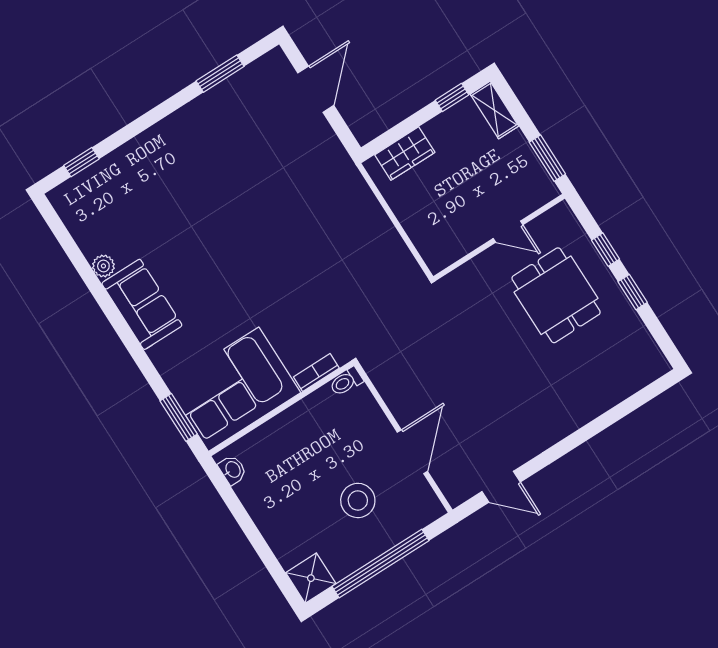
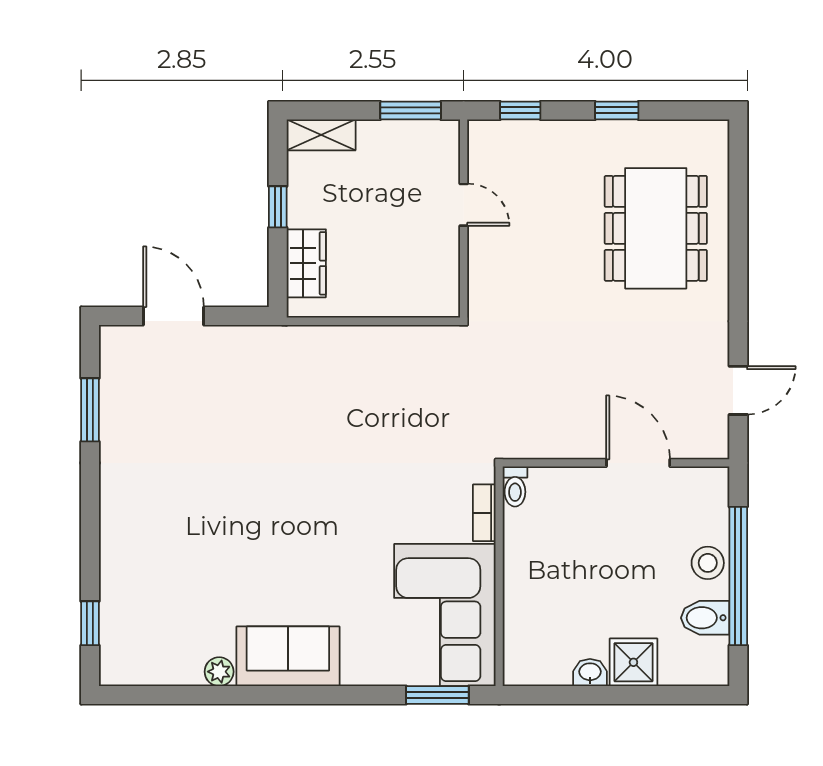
window: (452, 97) -> (278, 207), moved
door: (508, 232) -> (464, 205), hinge flipped
window: (606, 250) -> (520, 110), moved
dining table: (556, 295) -> (656, 228), moved, width x1.38
washbasin: (233, 470) -> (590, 673), moved
stool: (358, 500) -> (708, 563), moved, width x0.73, depth x0.73
bidet: (340, 559) -> (705, 618), added
shower: (311, 578) -> (633, 662), moved

